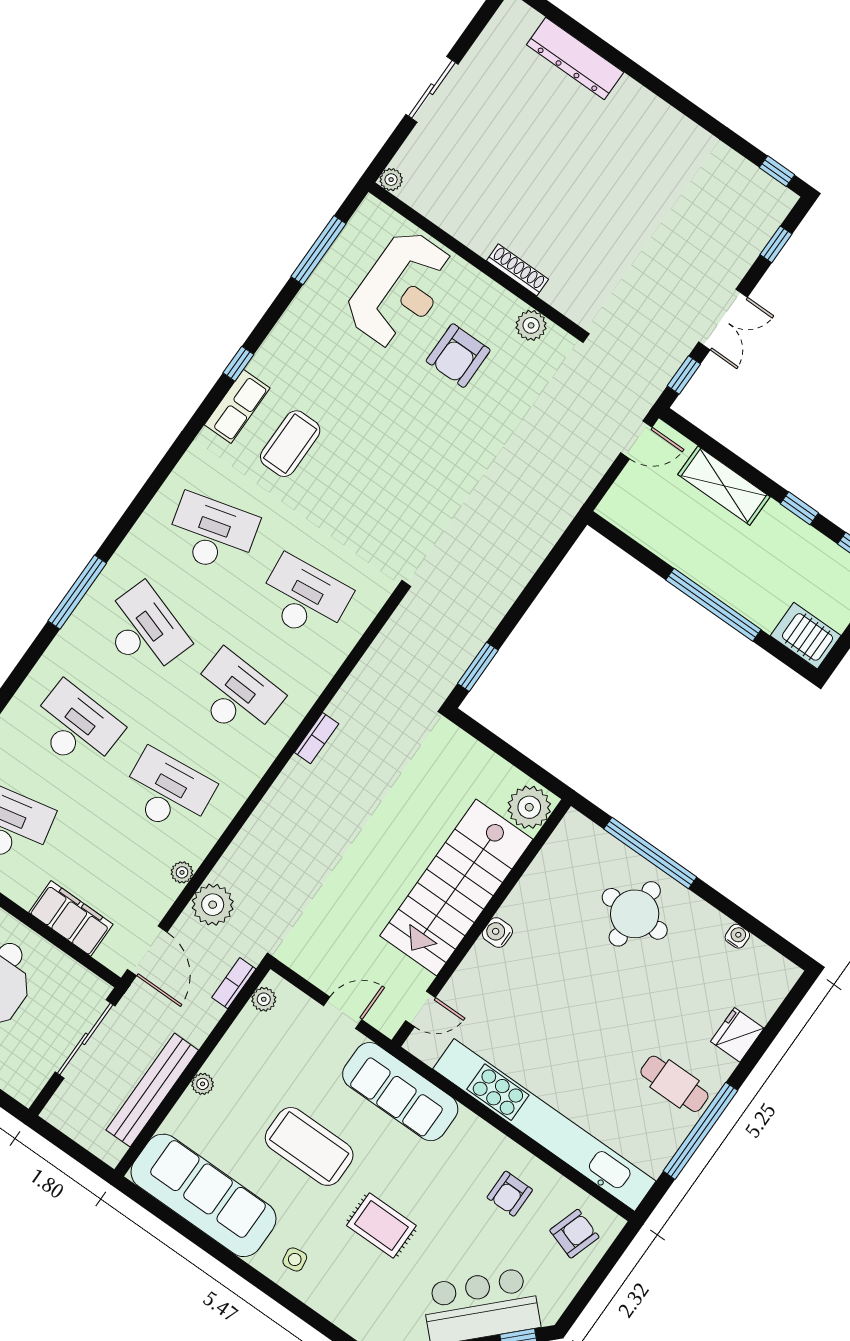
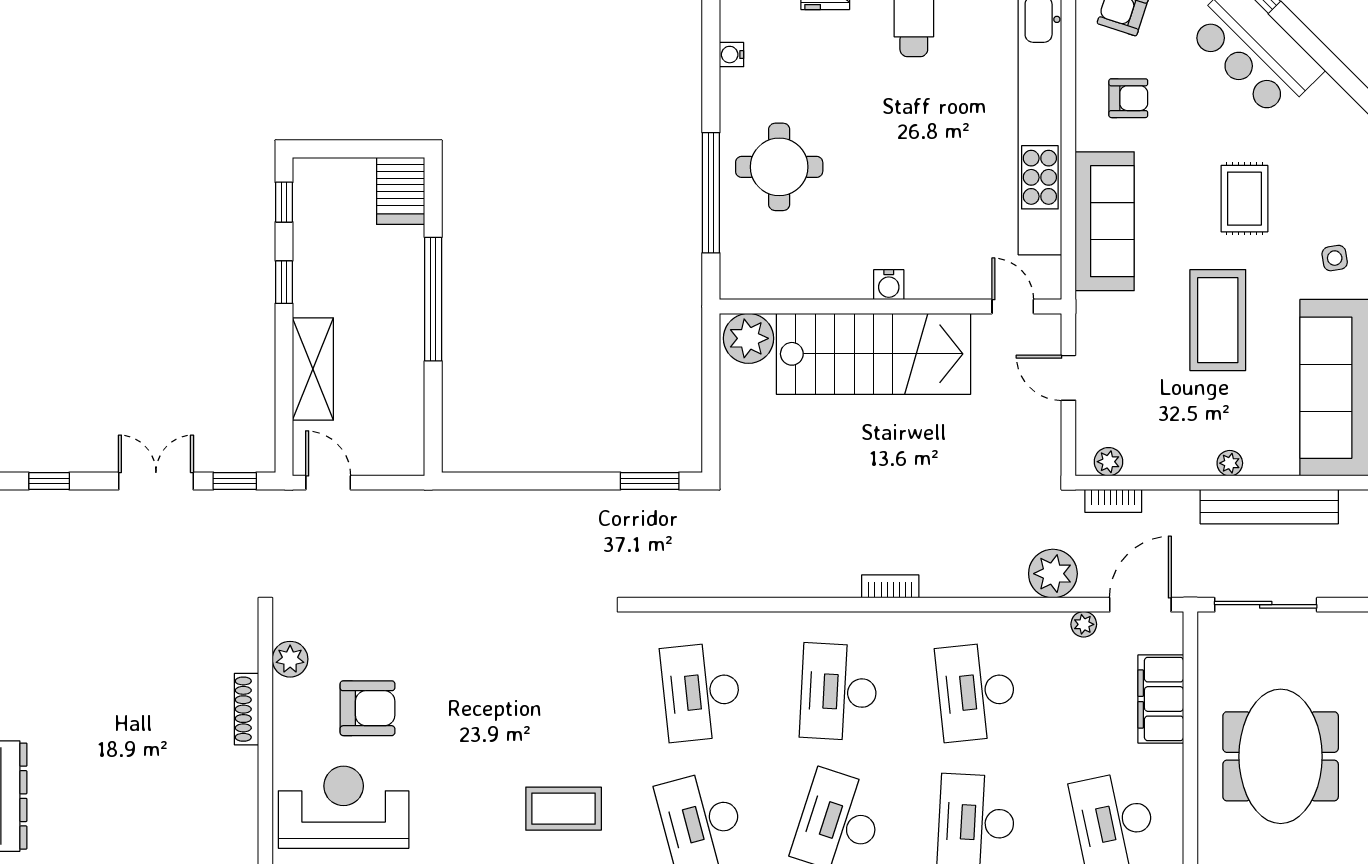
bookcase: (317, 738) -> (890, 586), moved
plant: (182, 872) -> (1084, 624), moved
sofa: (400, 1092) -> (1105, 221), moved

